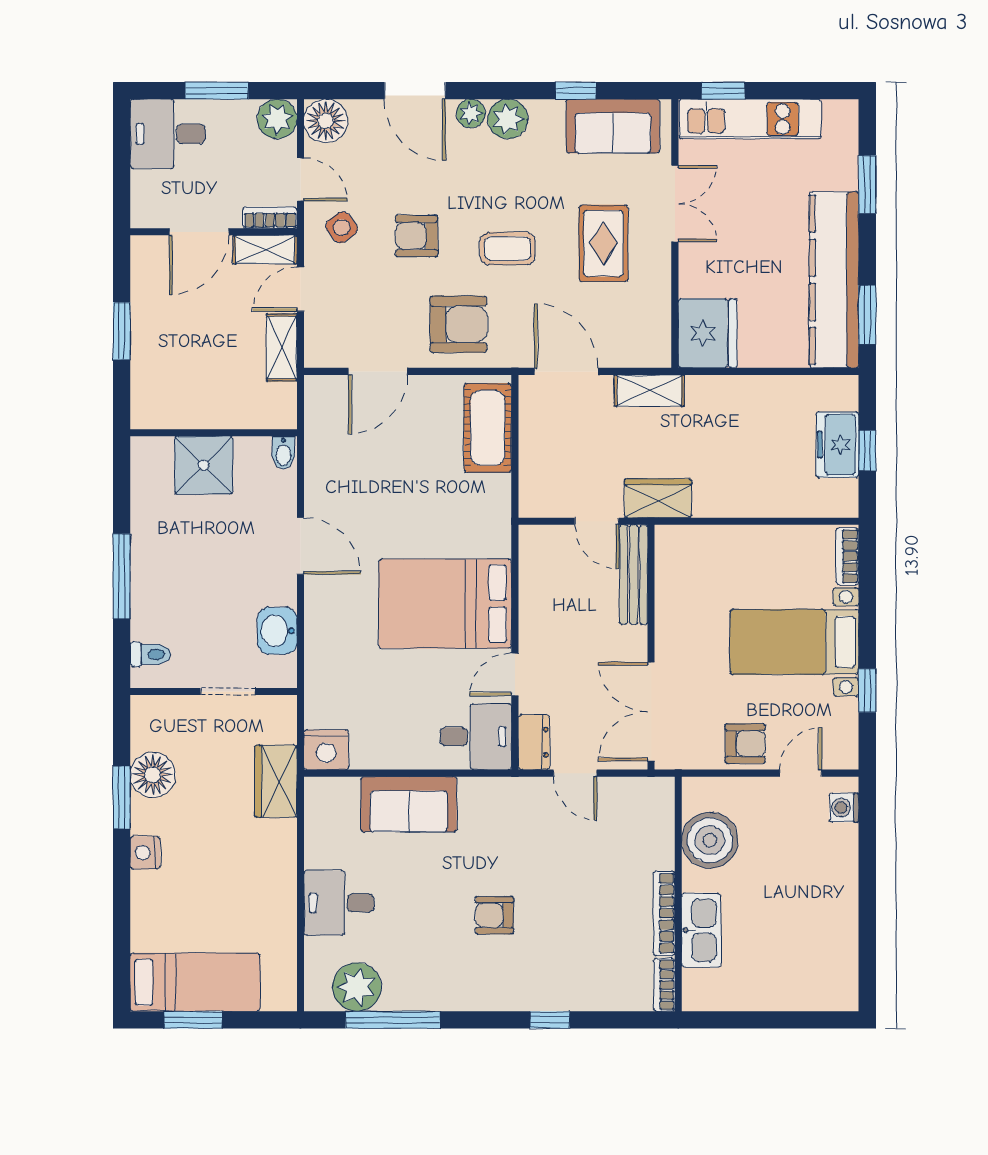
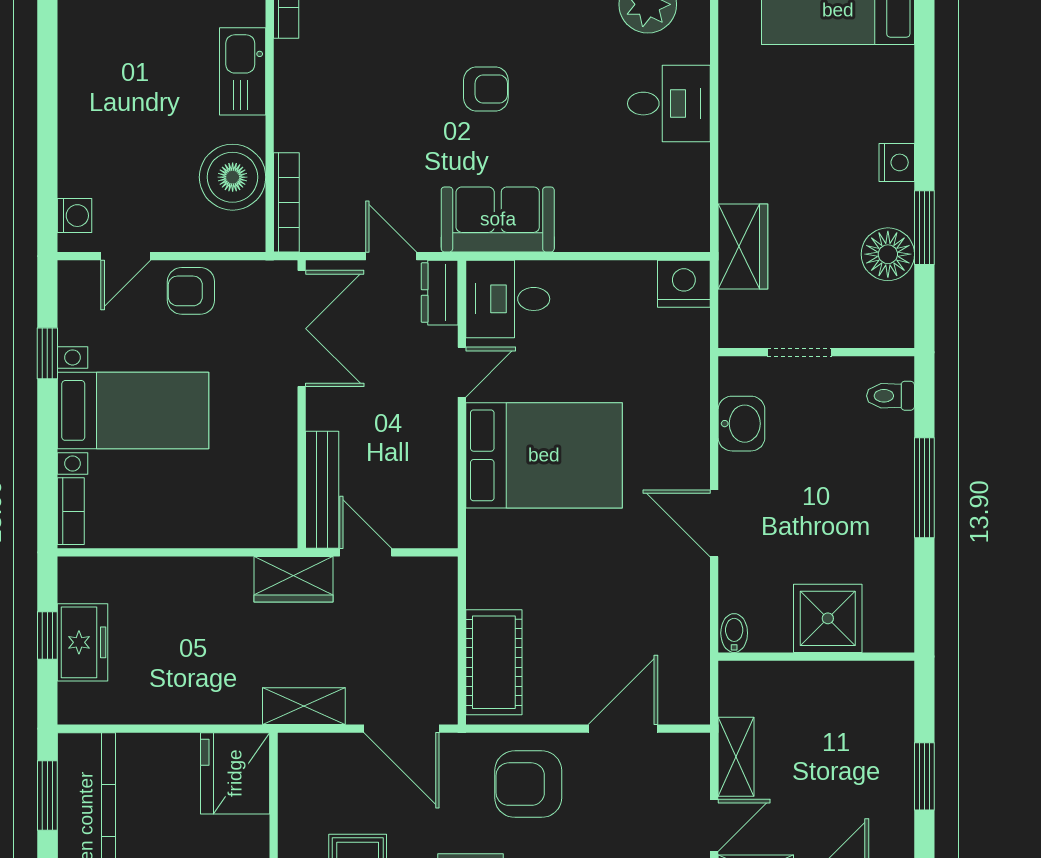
sofa: (409, 804) -> (498, 219), moved
bookcase: (664, 913) -> (286, 202), moved

